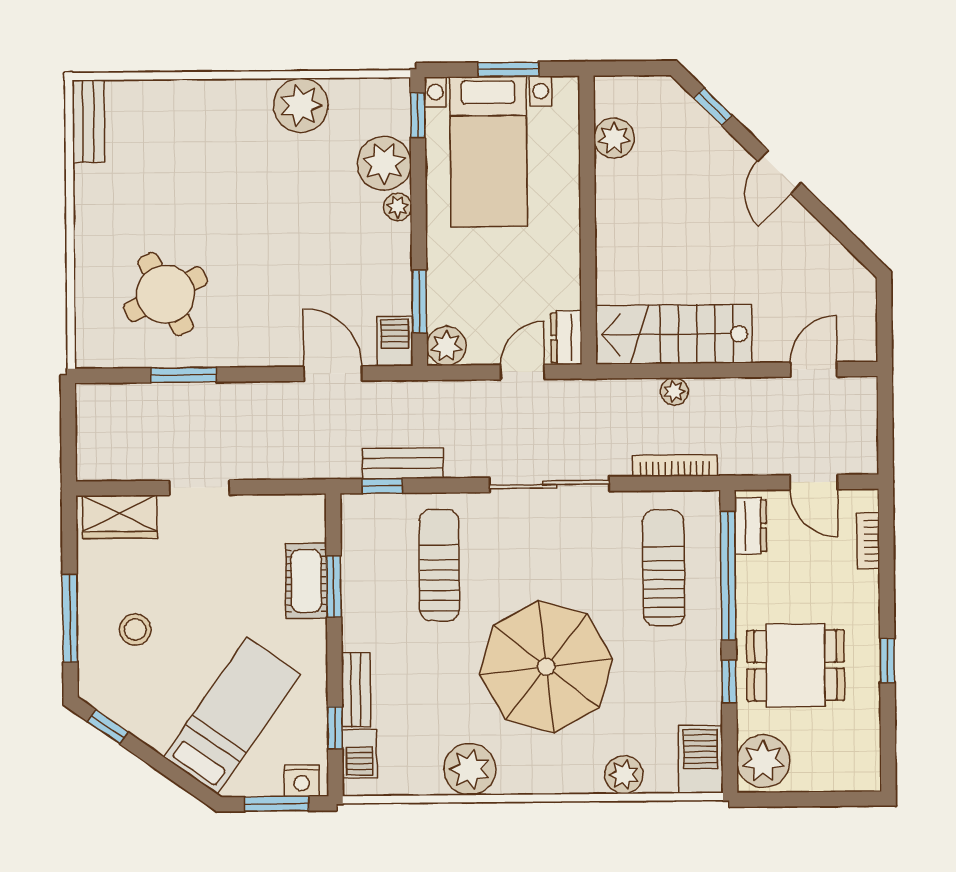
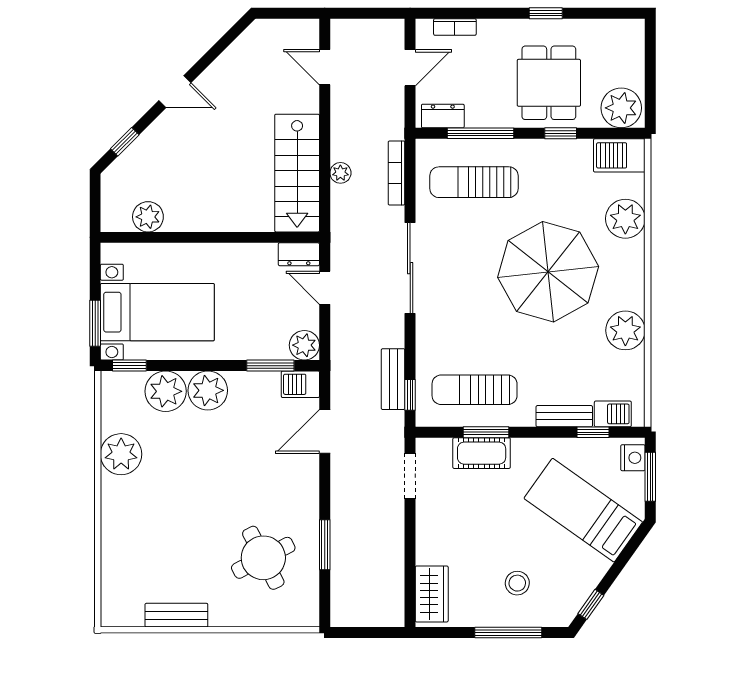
window: (508, 69) -> (95, 323), moved
bench: (88, 121) -> (176, 615), moved
plant: (398, 207) -> (208, 390), width x1.88, depth x1.88
doorway: (199, 488) -> (410, 476), moved
sun lounger: (439, 565) -> (475, 390), moved
window: (728, 576) -> (480, 133), width x0.68
plant: (624, 775) -> (625, 219), width x1.36, depth x1.36

